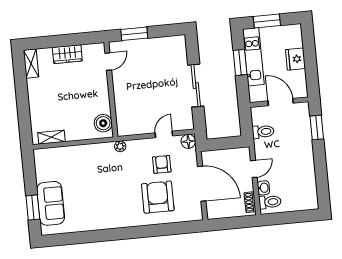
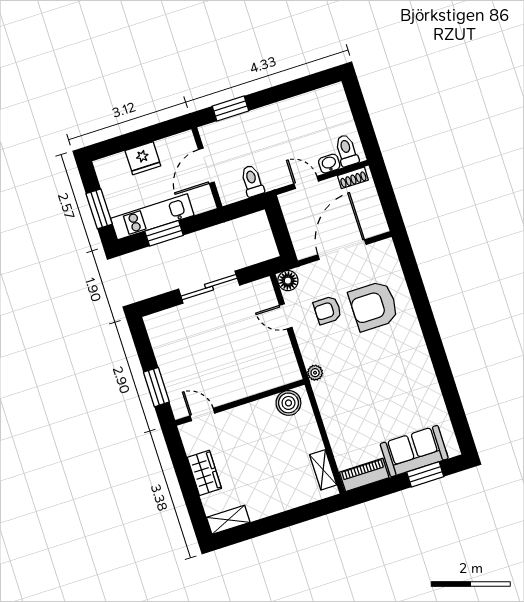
piano: (42, 165) -> (364, 475), added

